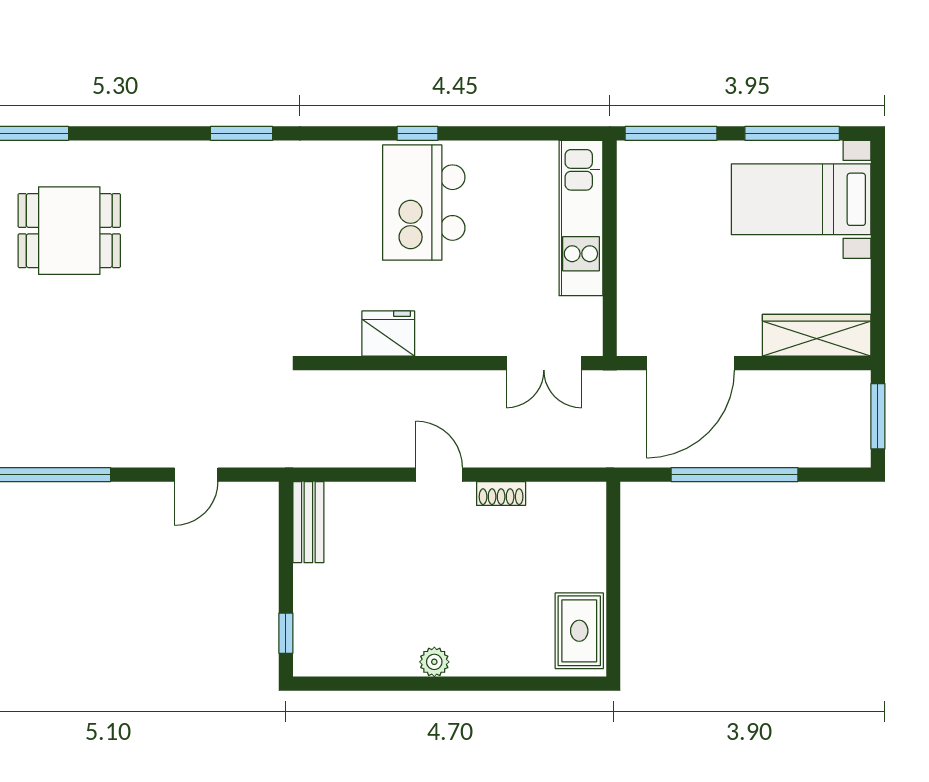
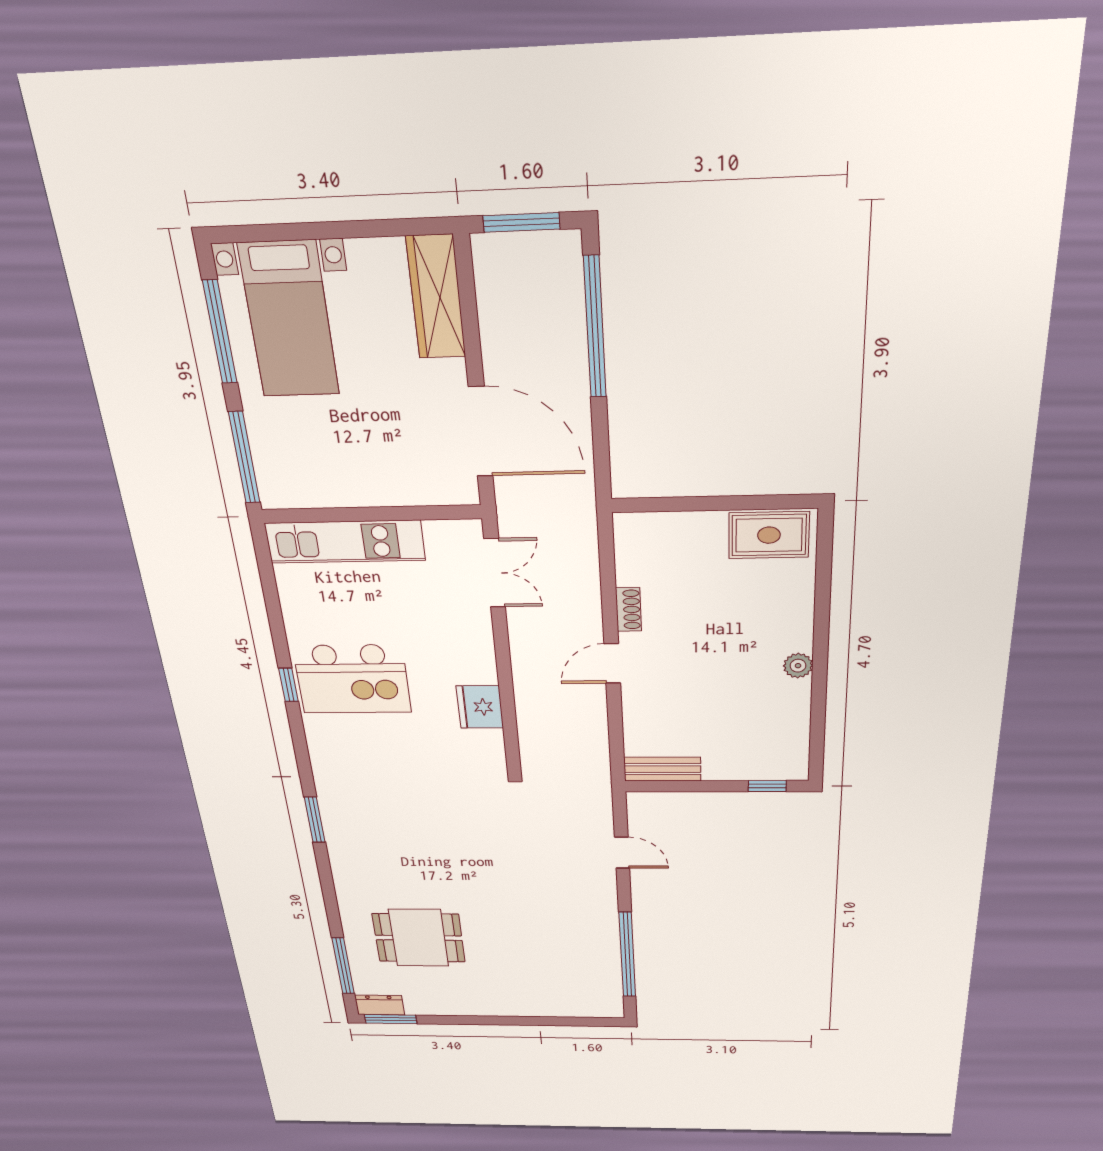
dining table: (69, 231) -> (419, 938), turned 90
window: (735, 475) -> (595, 328), moved

